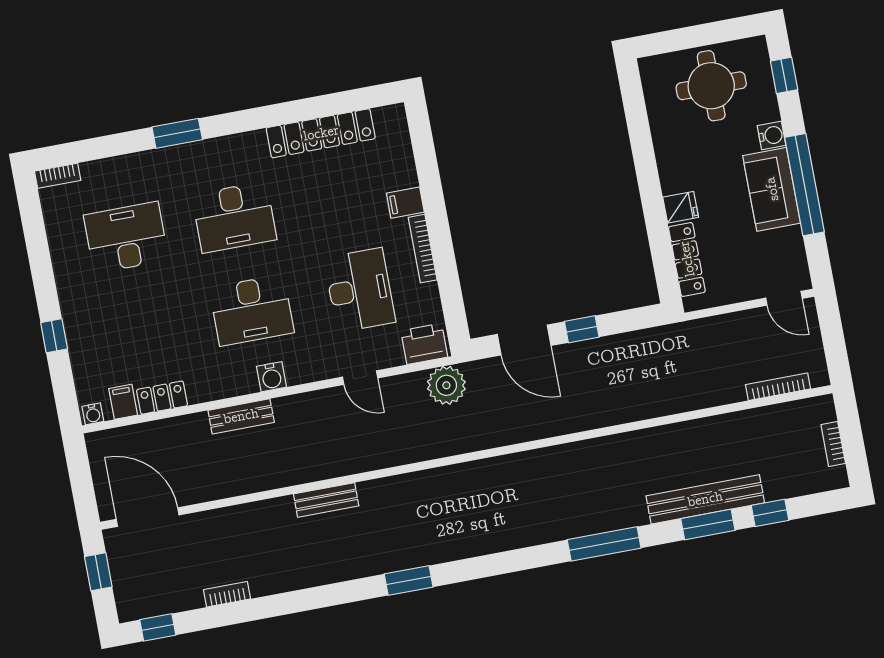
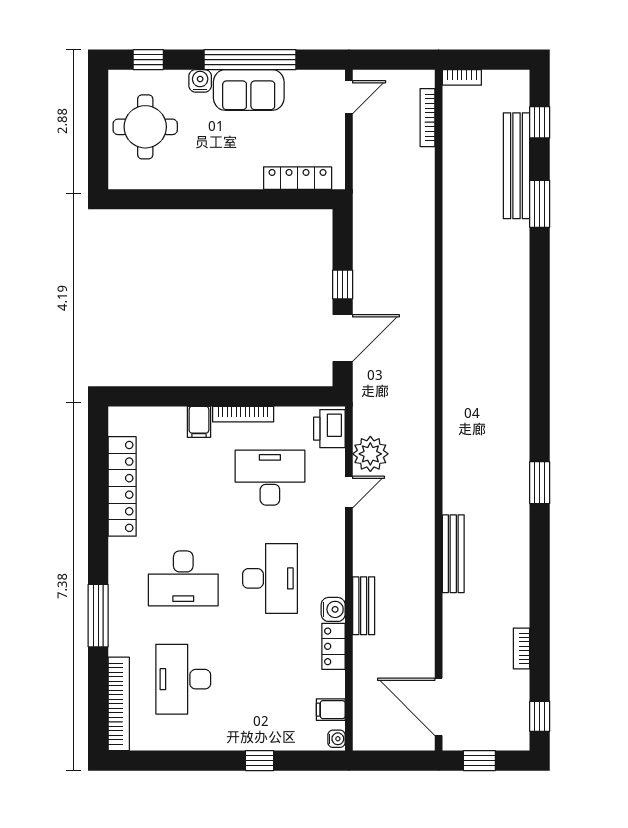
window: (177, 133) -> (98, 616), width x1.44
bookcase: (58, 176) -> (119, 704), width x2.31, depth x1.31
fridge: (681, 207) -> (249, 175), removed
desk: (234, 217) -> (183, 578), turned 90
water cooler: (271, 377) -> (333, 609), moved
plant: (446, 385) -> (370, 454), moved
locker: (162, 398) -> (333, 646), moved
bookcase: (833, 444) -> (462, 77), moved
bench: (705, 499) -> (517, 166), moved
bench: (326, 500) -> (453, 554), width x1.36
window: (770, 513) -> (540, 122), moved
door: (148, 517) -> (439, 707), hinge flipped
window: (604, 544) -> (540, 300), removed

